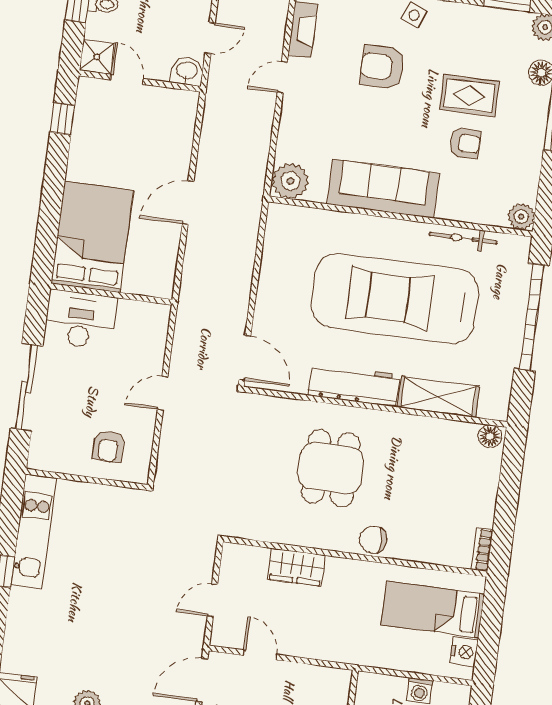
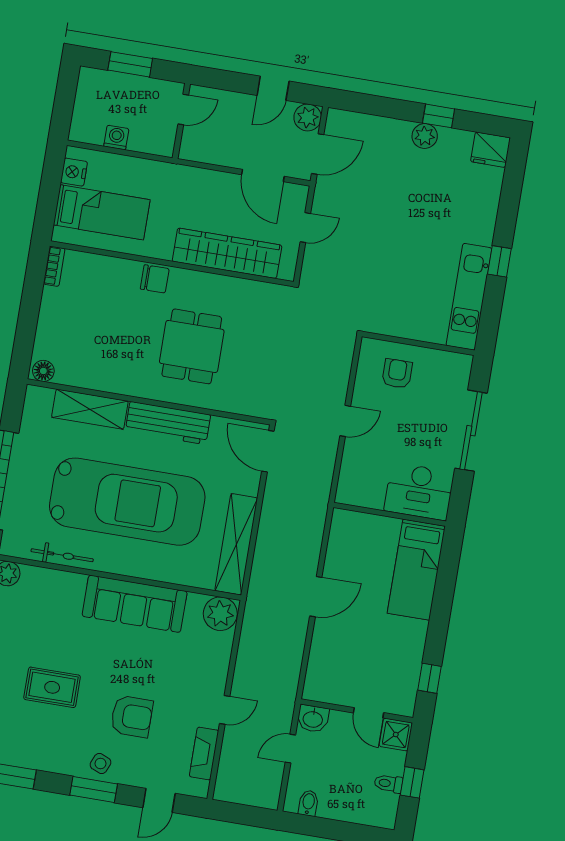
armchair: (465, 143) -> (57, 643), removed
bed: (92, 237) -> (416, 570), width x0.67
shelving: (276, 256) -> (236, 544), added
wardrobe: (296, 567) -> (227, 253), width x2.10, depth x1.17
door: (260, 655) -> (263, 176), width x1.38

